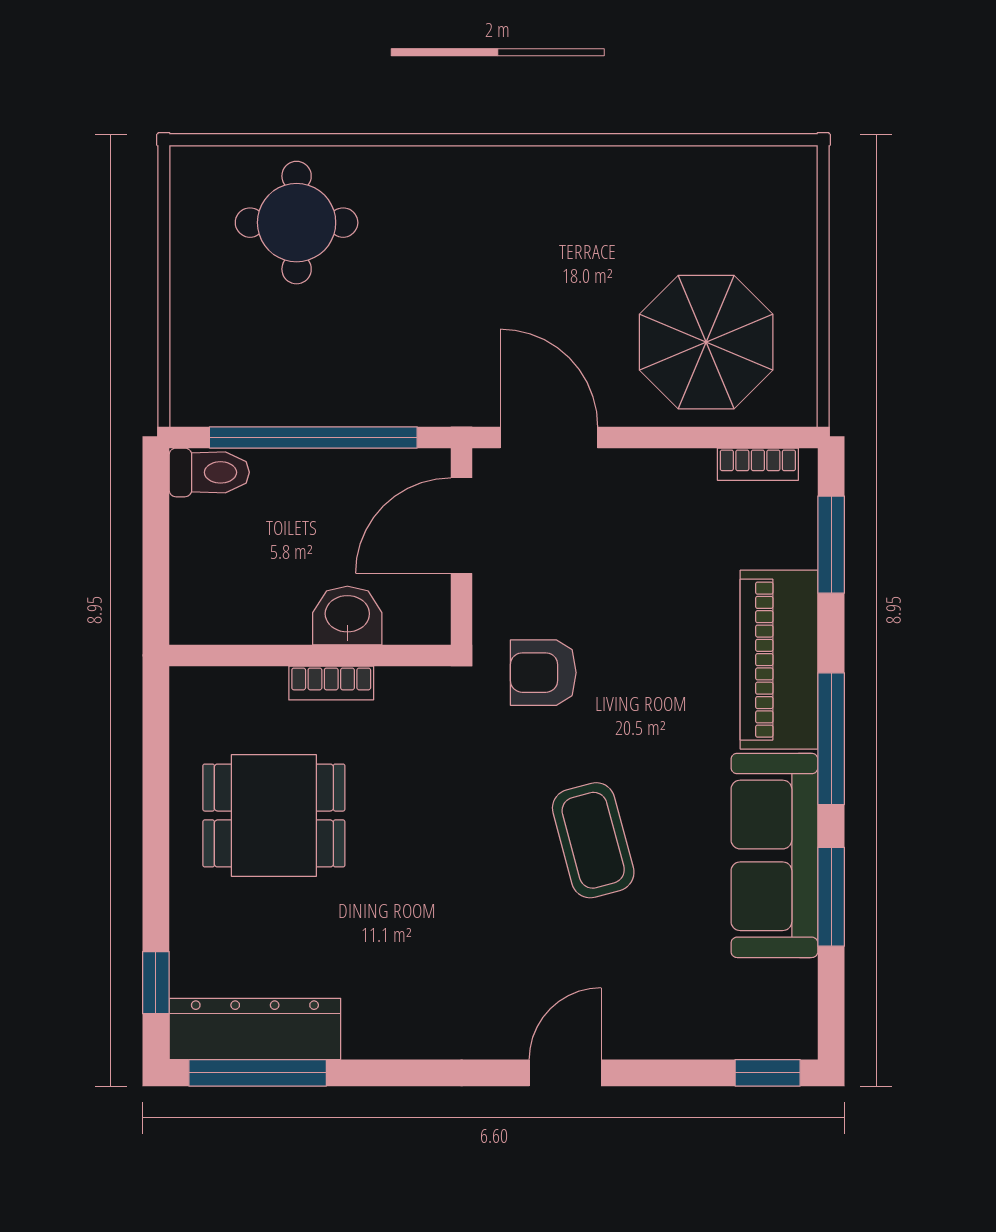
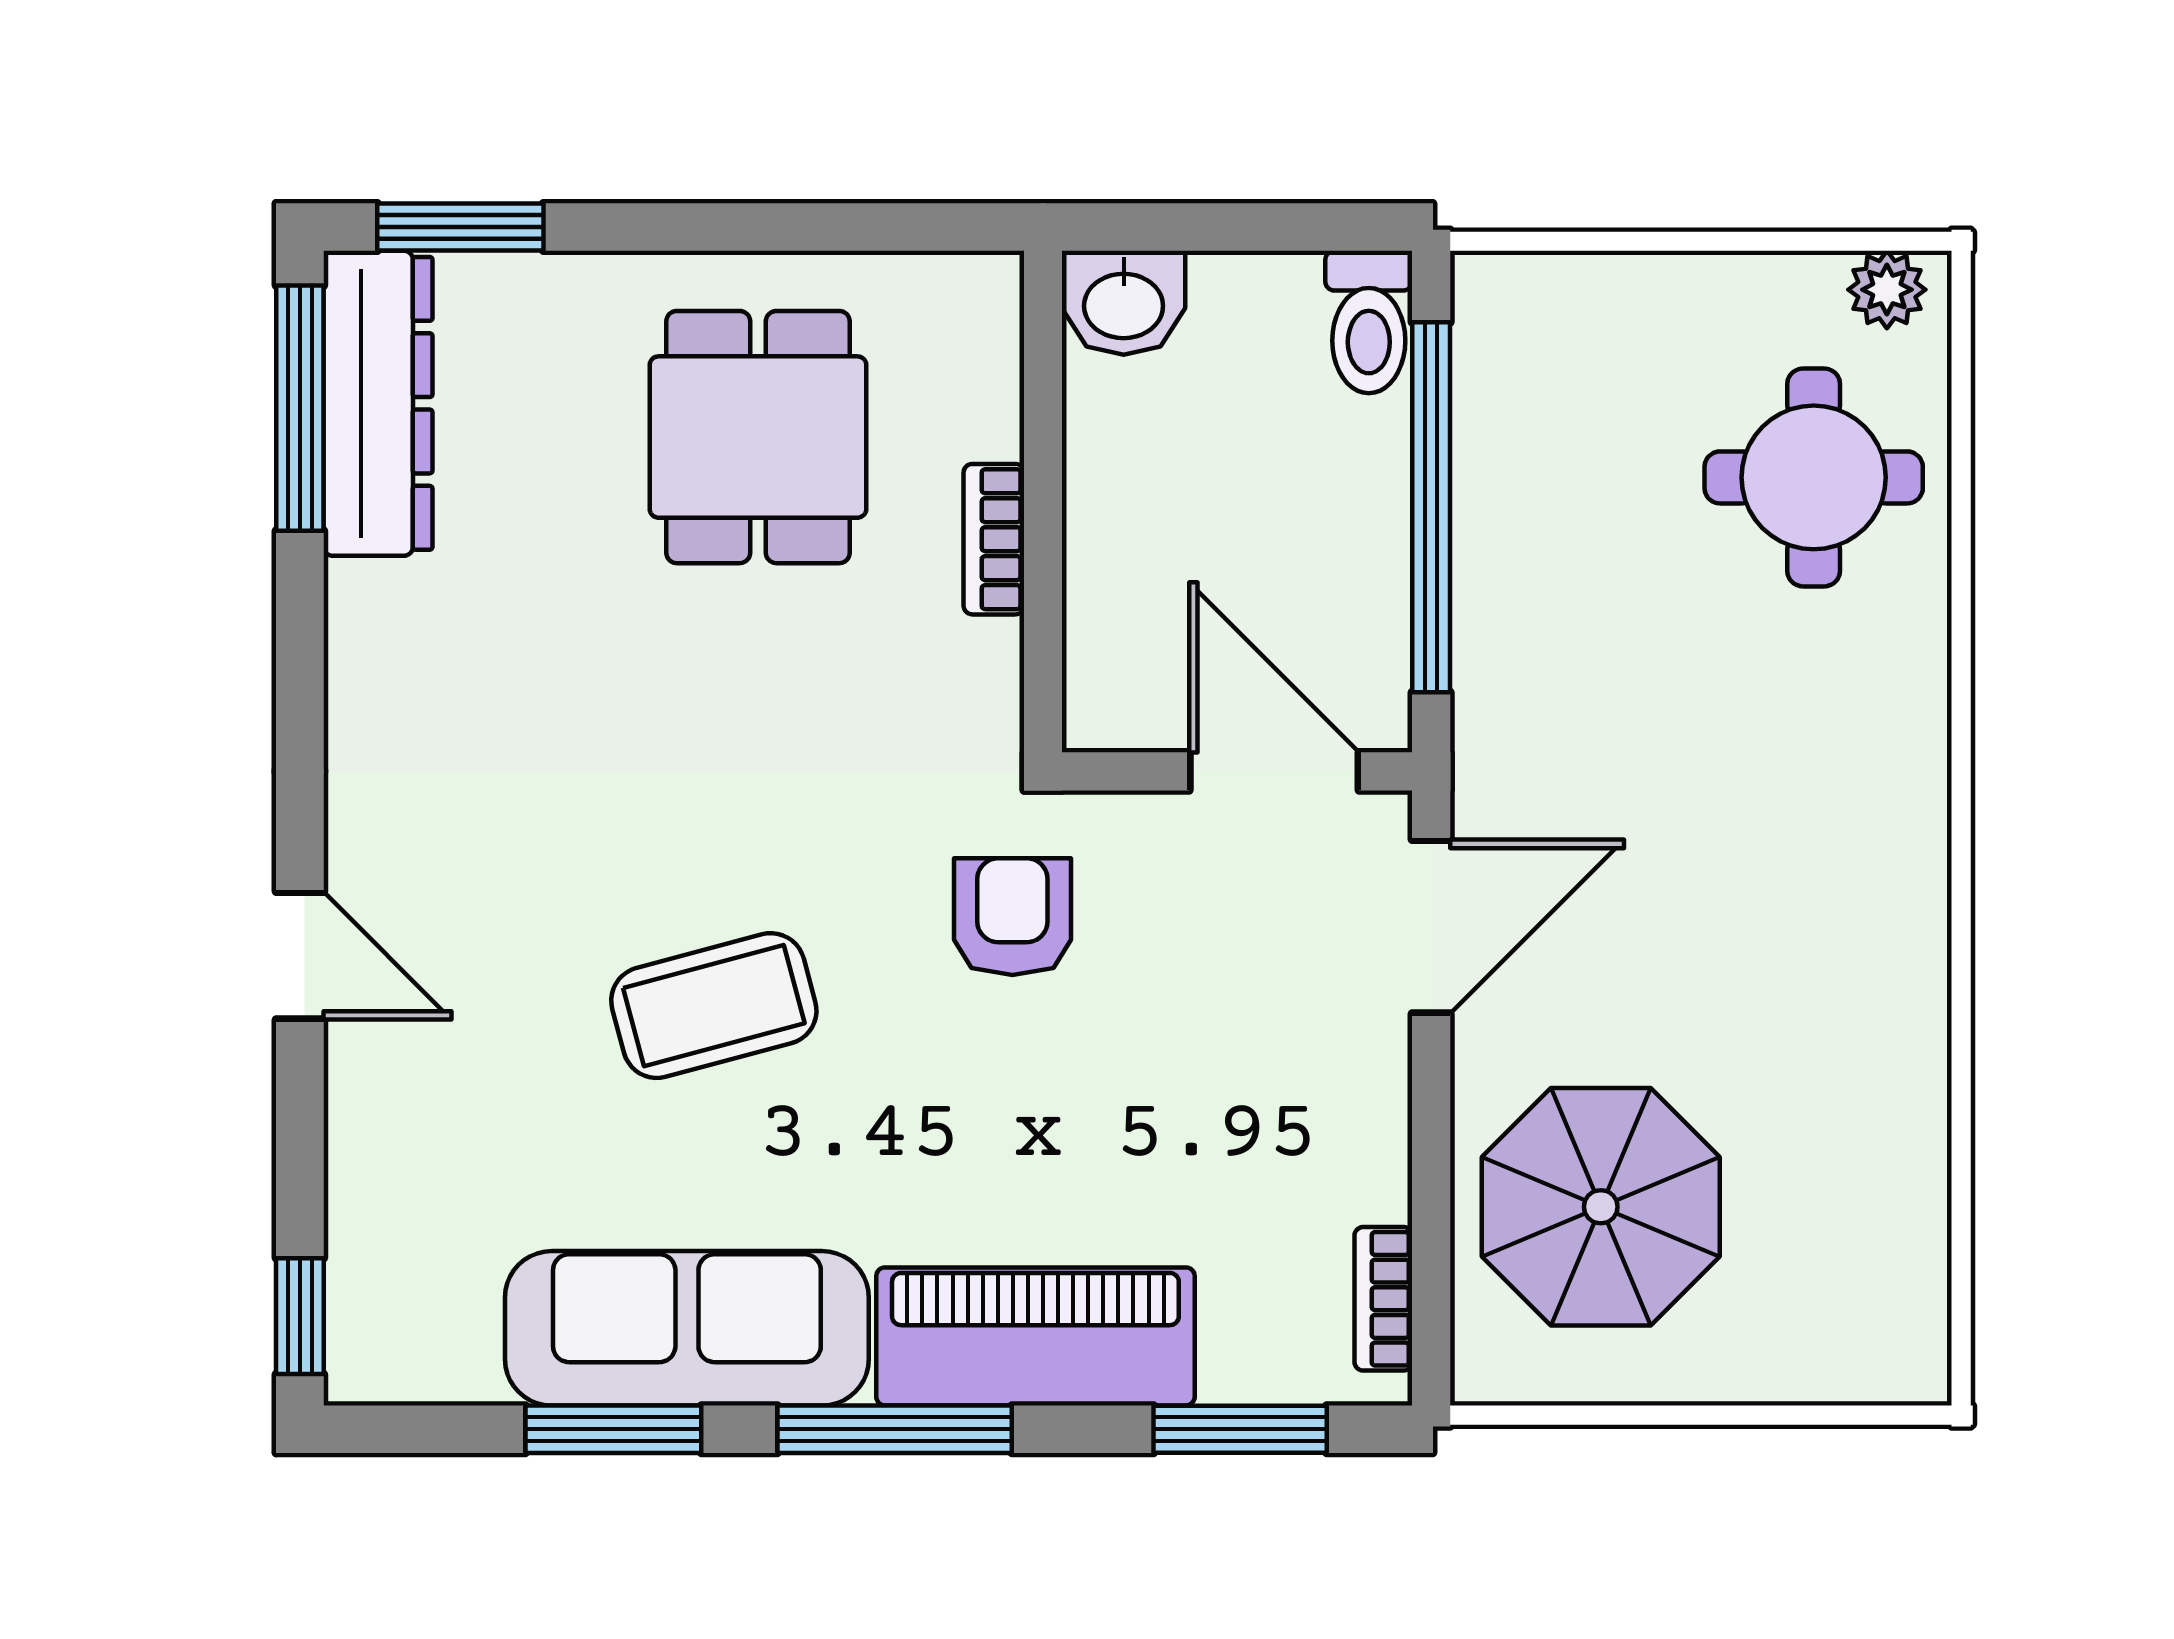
plant: (191, 181) -> (1887, 290), added
washbasin: (347, 616) -> (1124, 303), moved, turned 90
window: (156, 983) -> (460, 227), width x1.50

